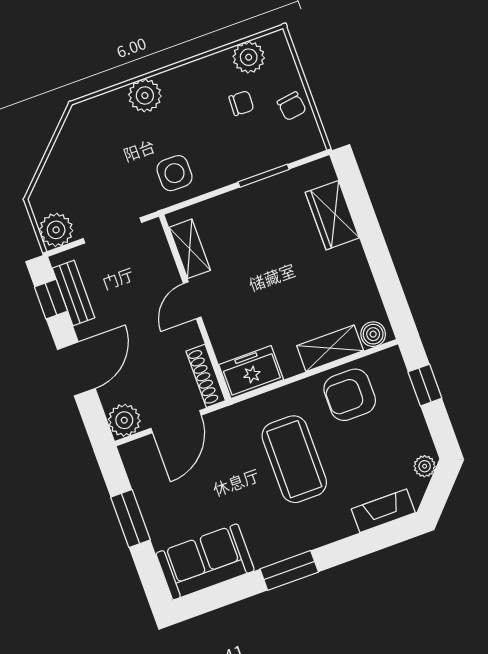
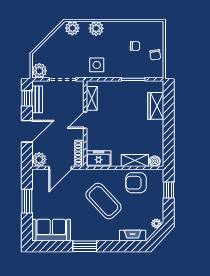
plant: (249, 57) -> (72, 28), moved
coffee table: (294, 459) -> (103, 201), turned -43

